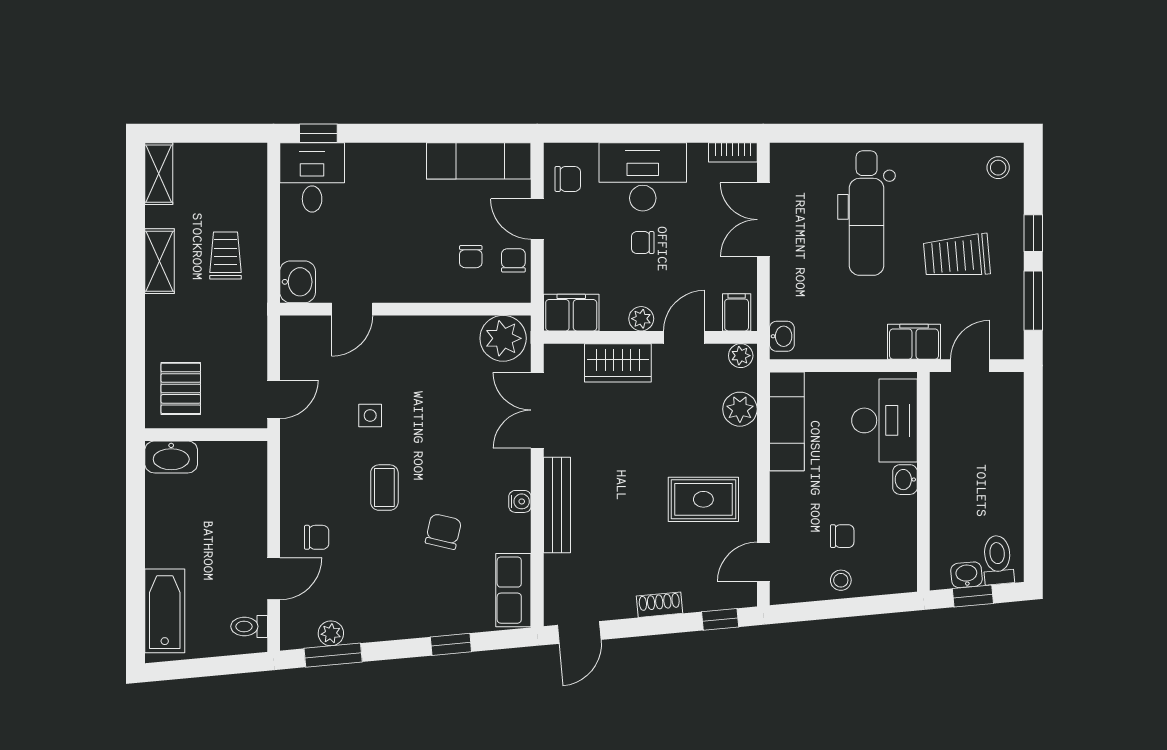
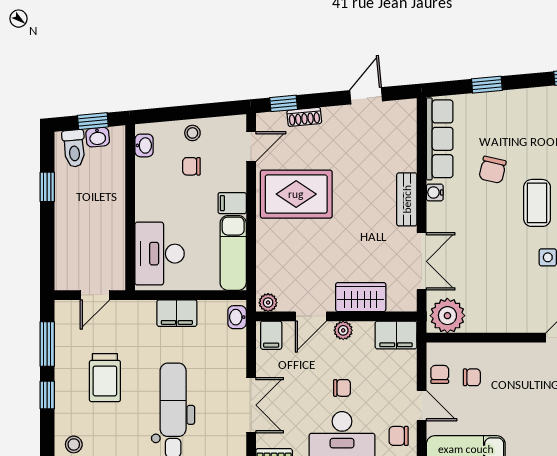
trolley: (957, 256) -> (105, 378), turned 95
chair: (471, 257) -> (472, 377), turned 90
chair: (513, 260) -> (440, 374), turned 180
filing cabinet: (914, 342) -> (177, 313), moved
plant: (740, 409) -> (269, 262), removed
washbasin: (905, 480) -> (144, 145), moved
filing cabinet: (788, 487) -> (232, 203), added
coffee table: (384, 488) -> (537, 203), width x1.36, depth x1.30
rug: (703, 499) -> (296, 194), width x1.36, depth x1.43
bench: (557, 505) -> (407, 199), width x0.73
window: (1033, 509) -> (47, 187), added
row of seats: (513, 590) -> (440, 139), width x1.48
shoe rack: (659, 605) -> (304, 117), moved
door: (579, 632) -> (366, 96), moved

